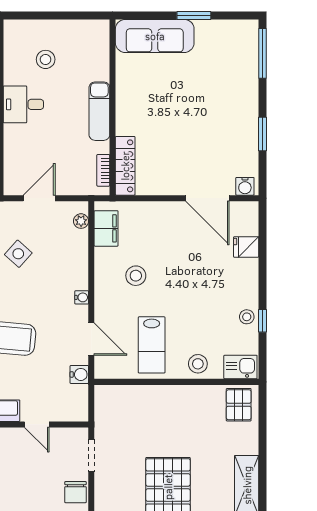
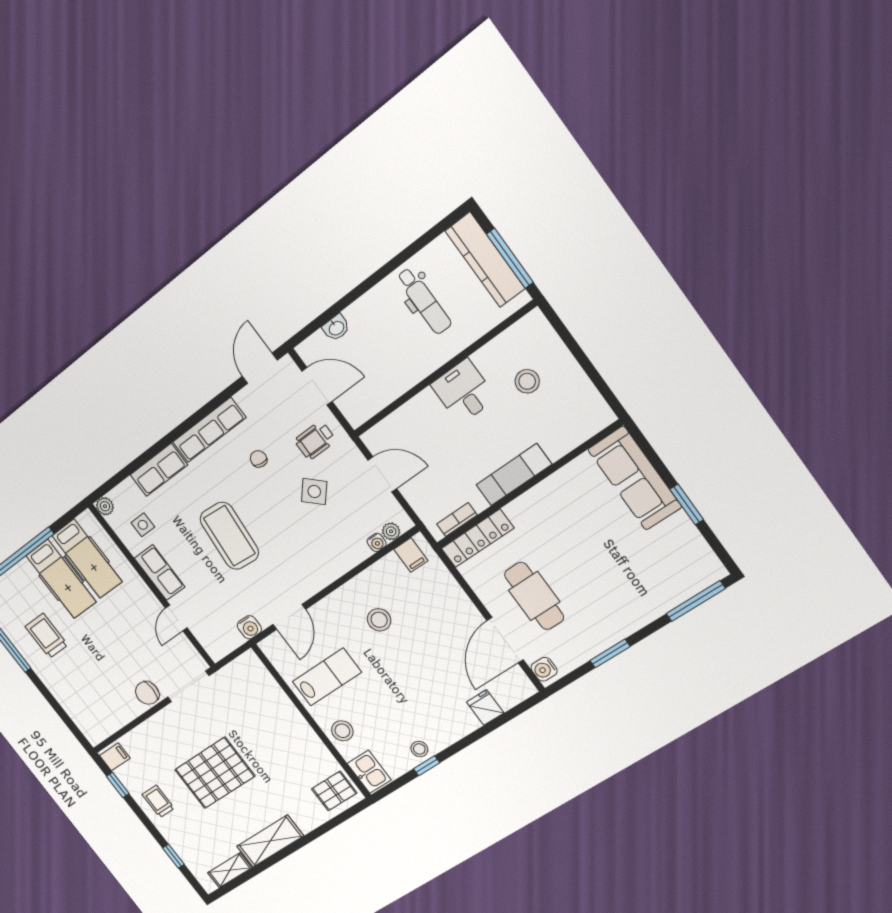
cafe table: (190, 156) -> (534, 596), added
filing cabinet: (106, 228) -> (411, 555), width x0.50
water cooler: (82, 297) -> (377, 542), moved
lab bench: (152, 345) -> (327, 677), turned 180
doorway: (91, 456) -> (188, 686), width x1.38

